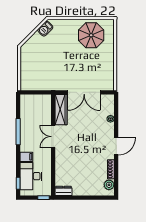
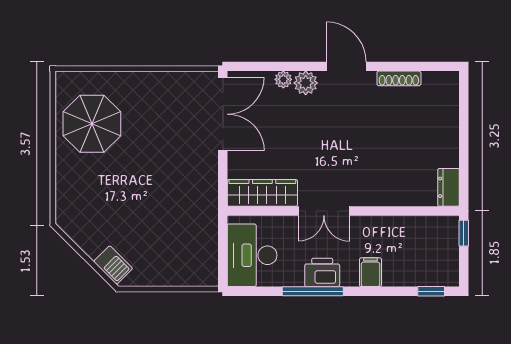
barbecue: (45, 29) -> (113, 265), moved
double door: (84, 92) -> (223, 114), moved
printer: (26, 136) -> (322, 272), added
desk: (31, 176) -> (252, 255), moved, turned 90
plant: (109, 185) -> (306, 83), moved

